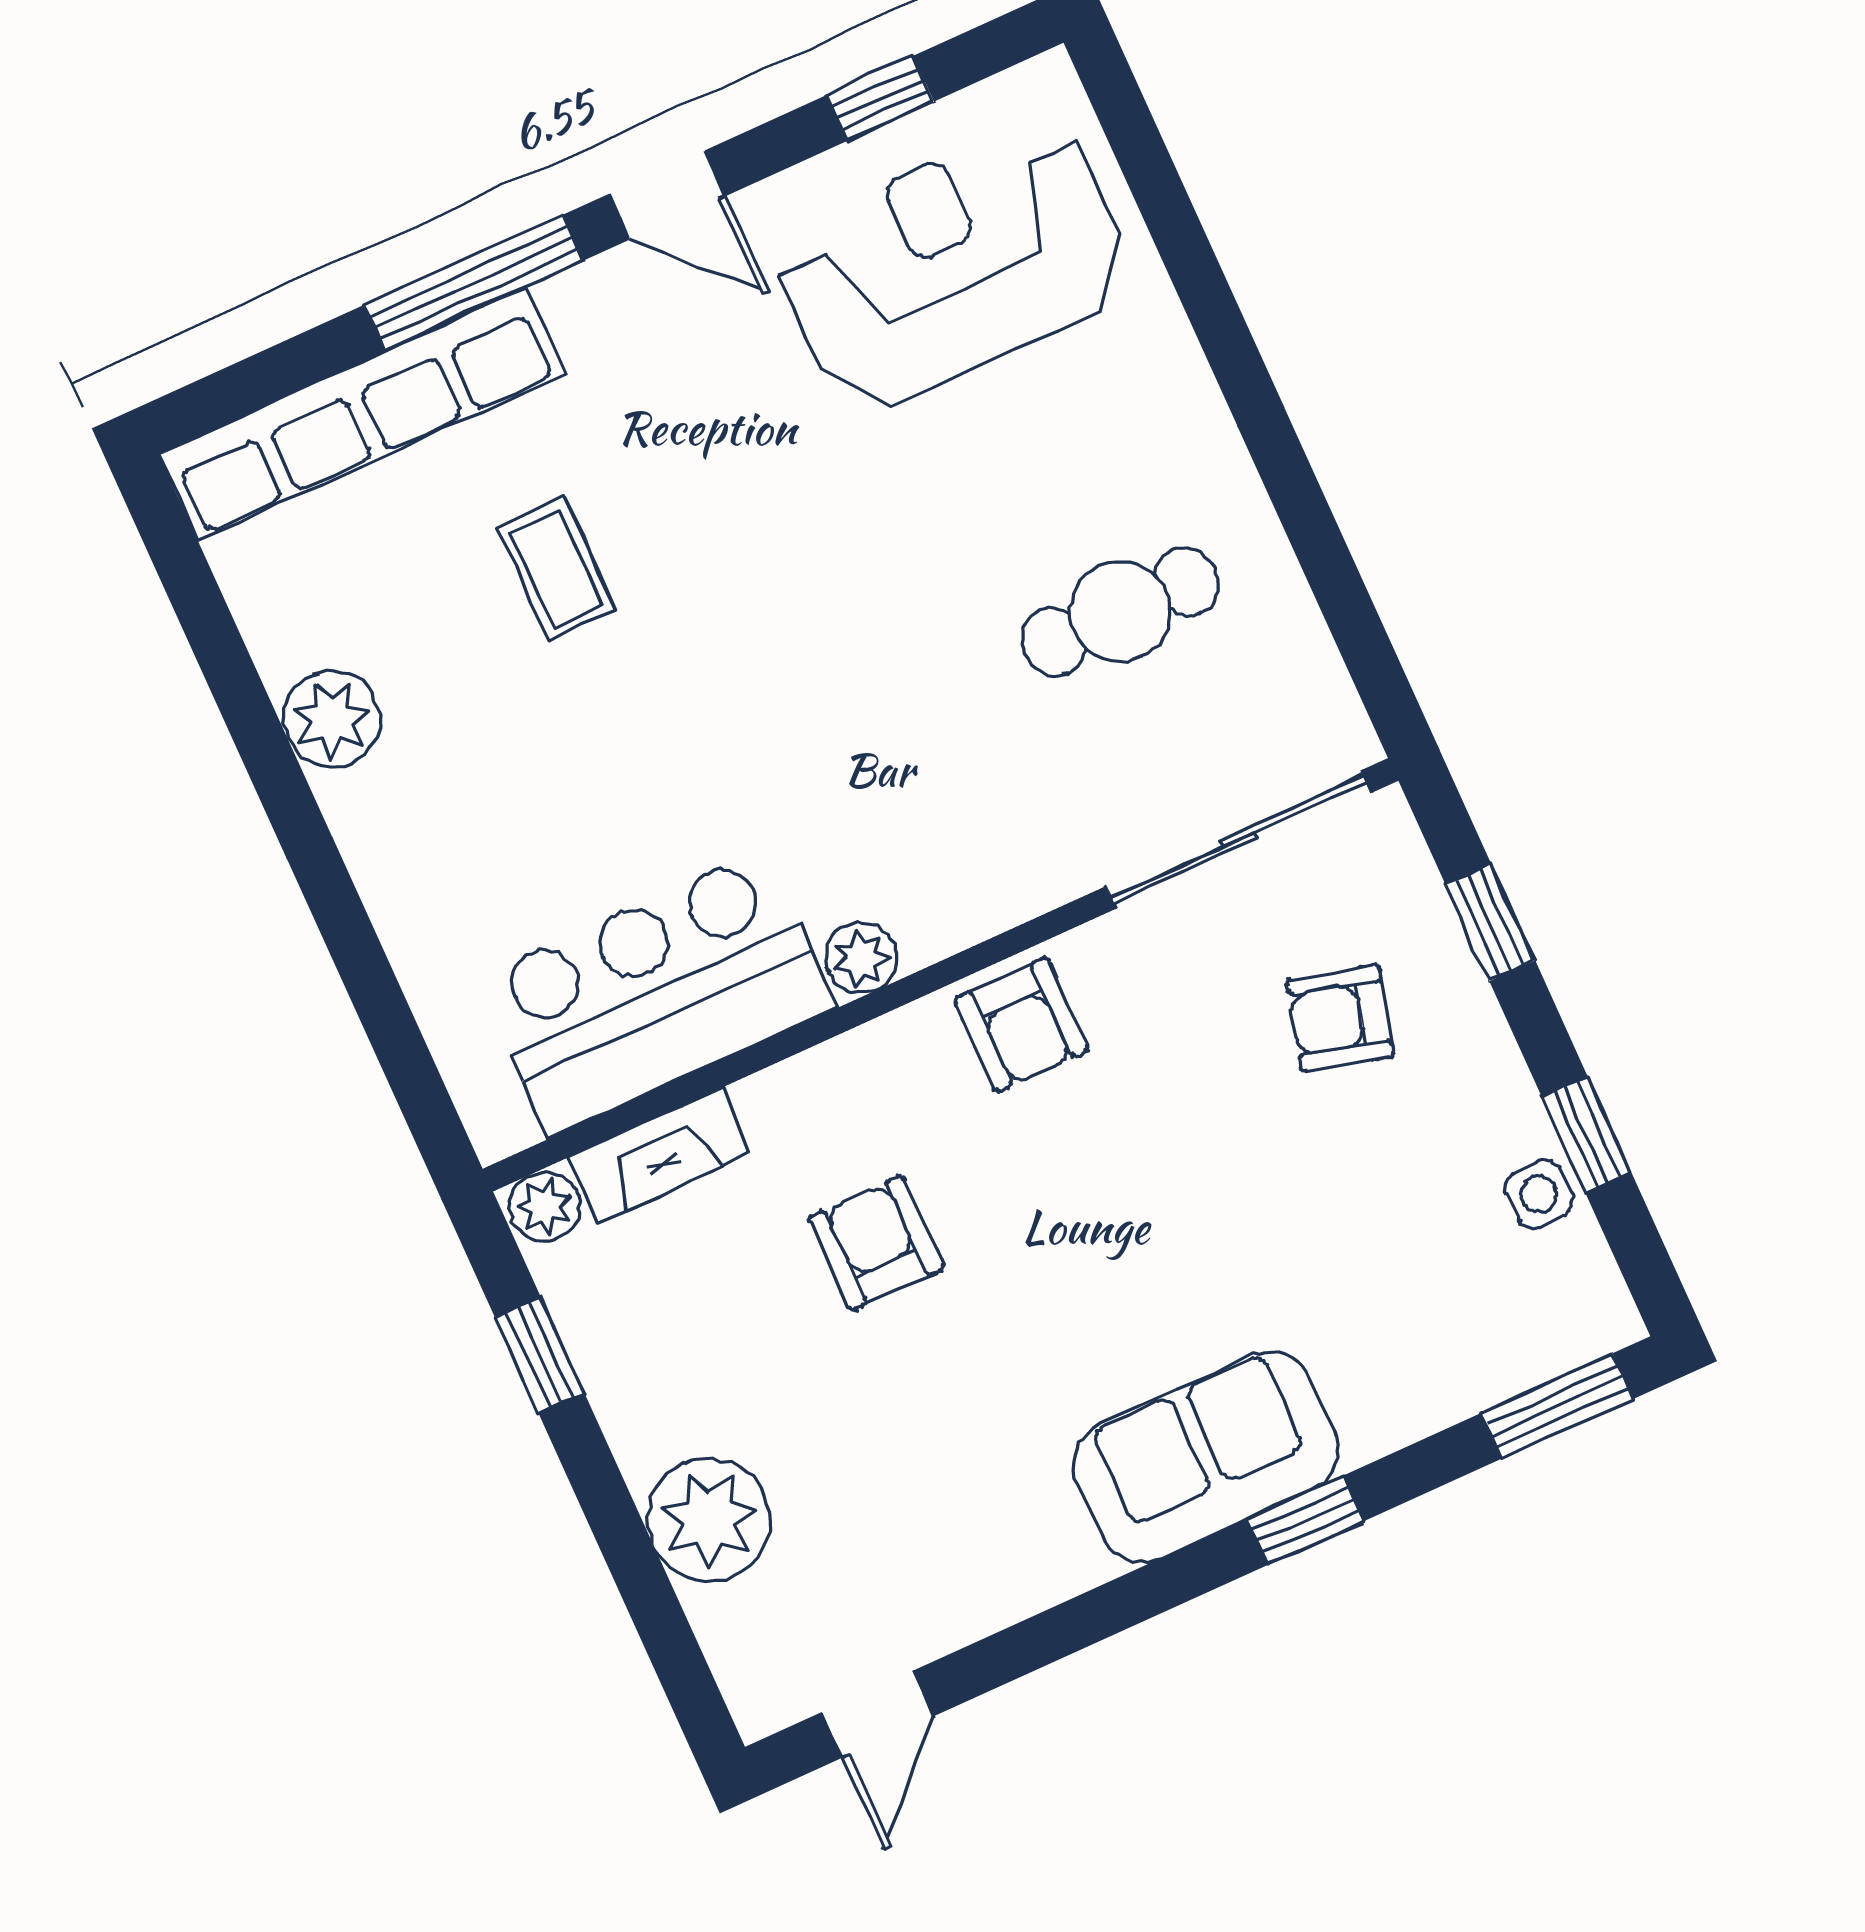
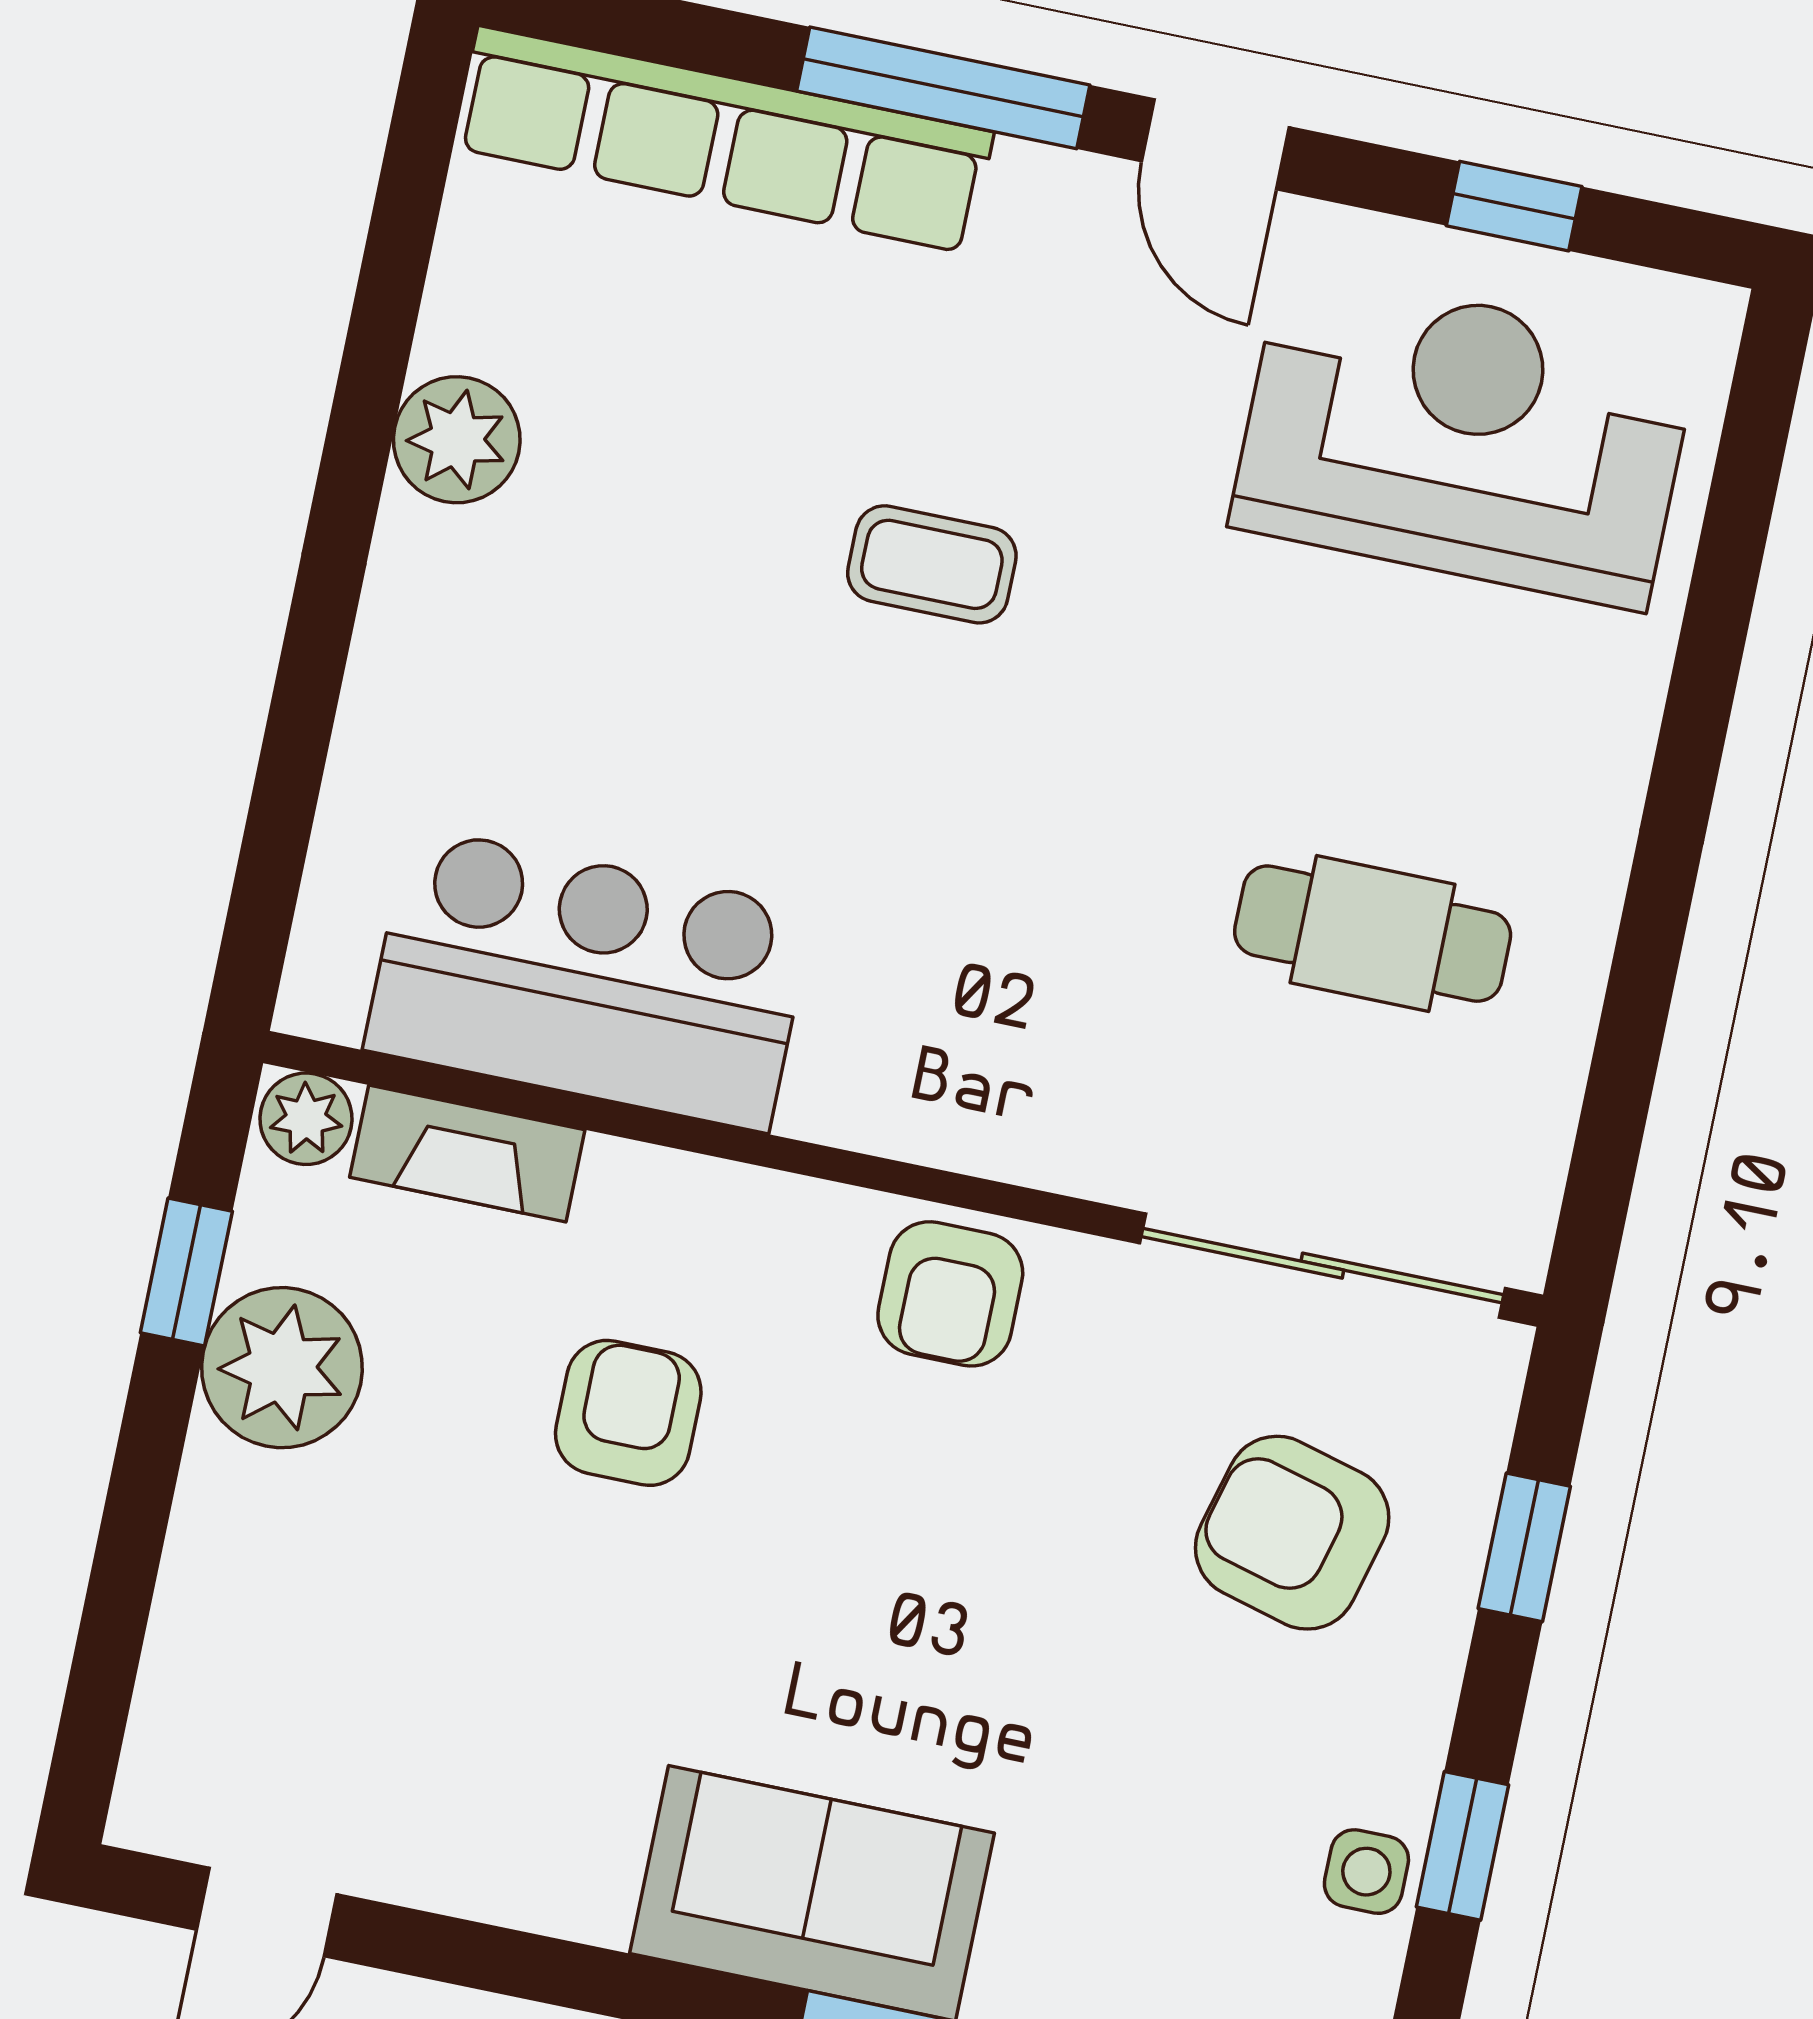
coffee table: (556, 569) -> (932, 564), moved, turned 90
plant: (861, 958) -> (832, 1100), removed
armchair: (1340, 1018) -> (1292, 1533), width x1.38, depth x1.38
plant: (709, 1519) -> (282, 1368), moved

